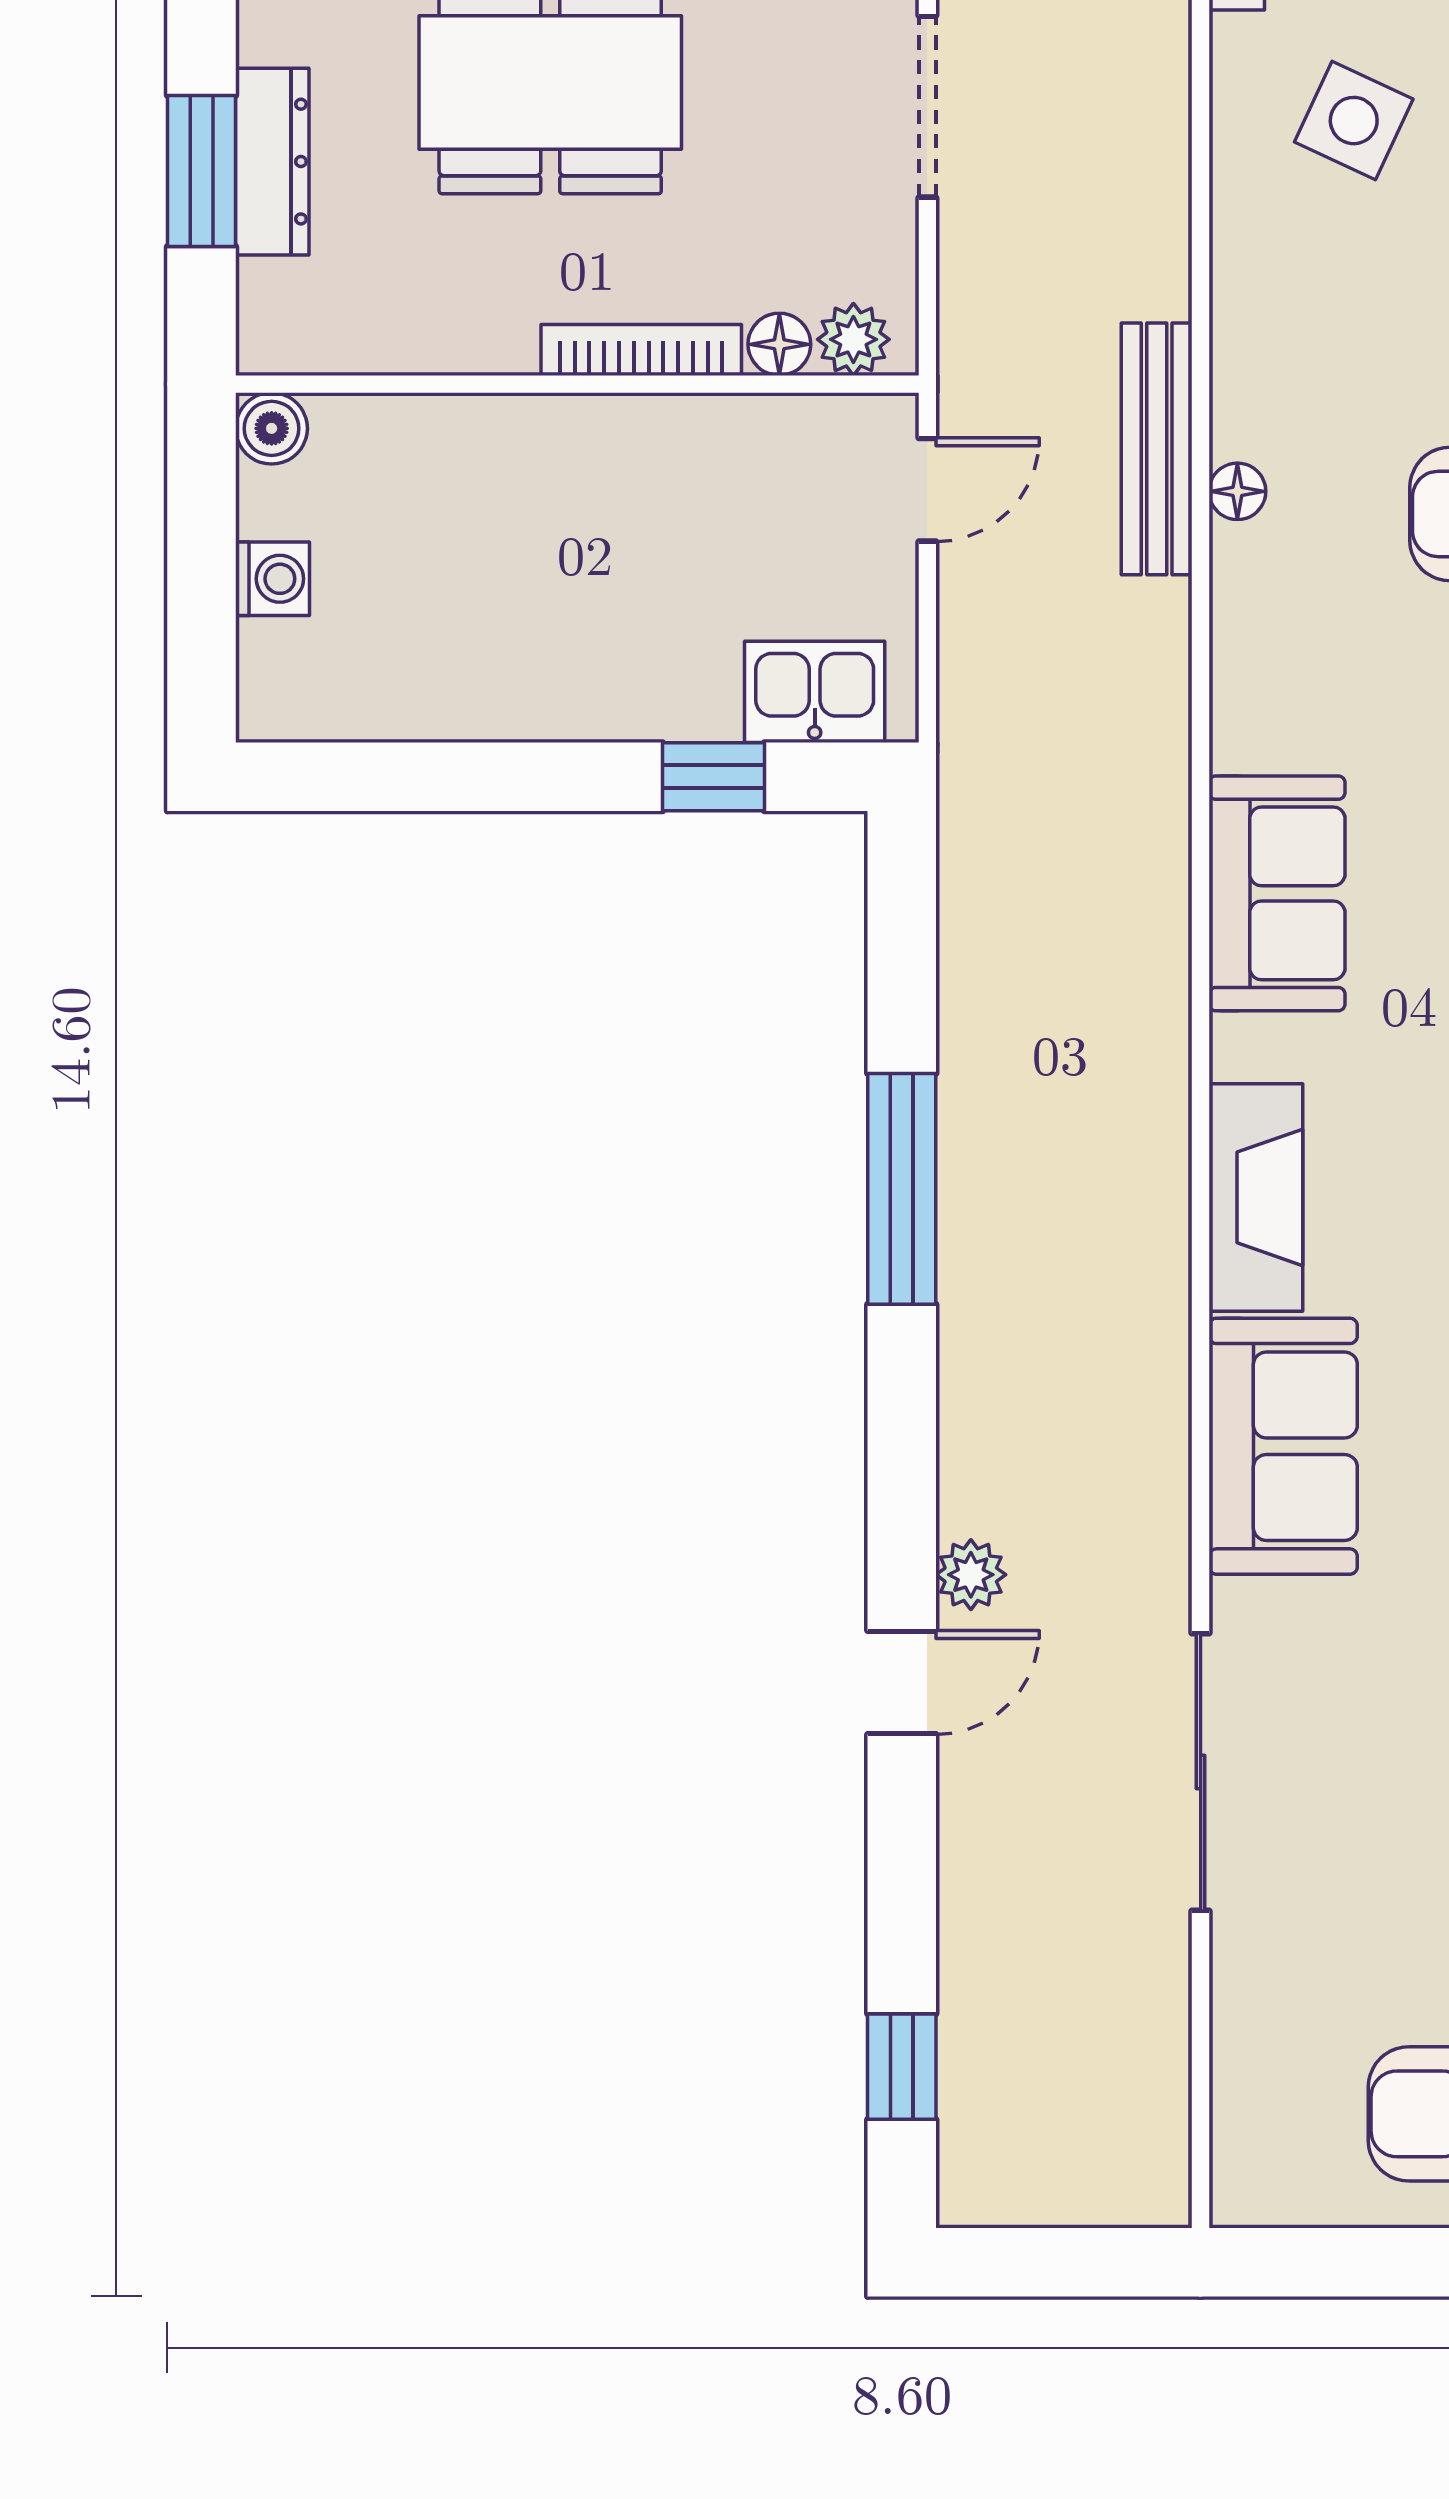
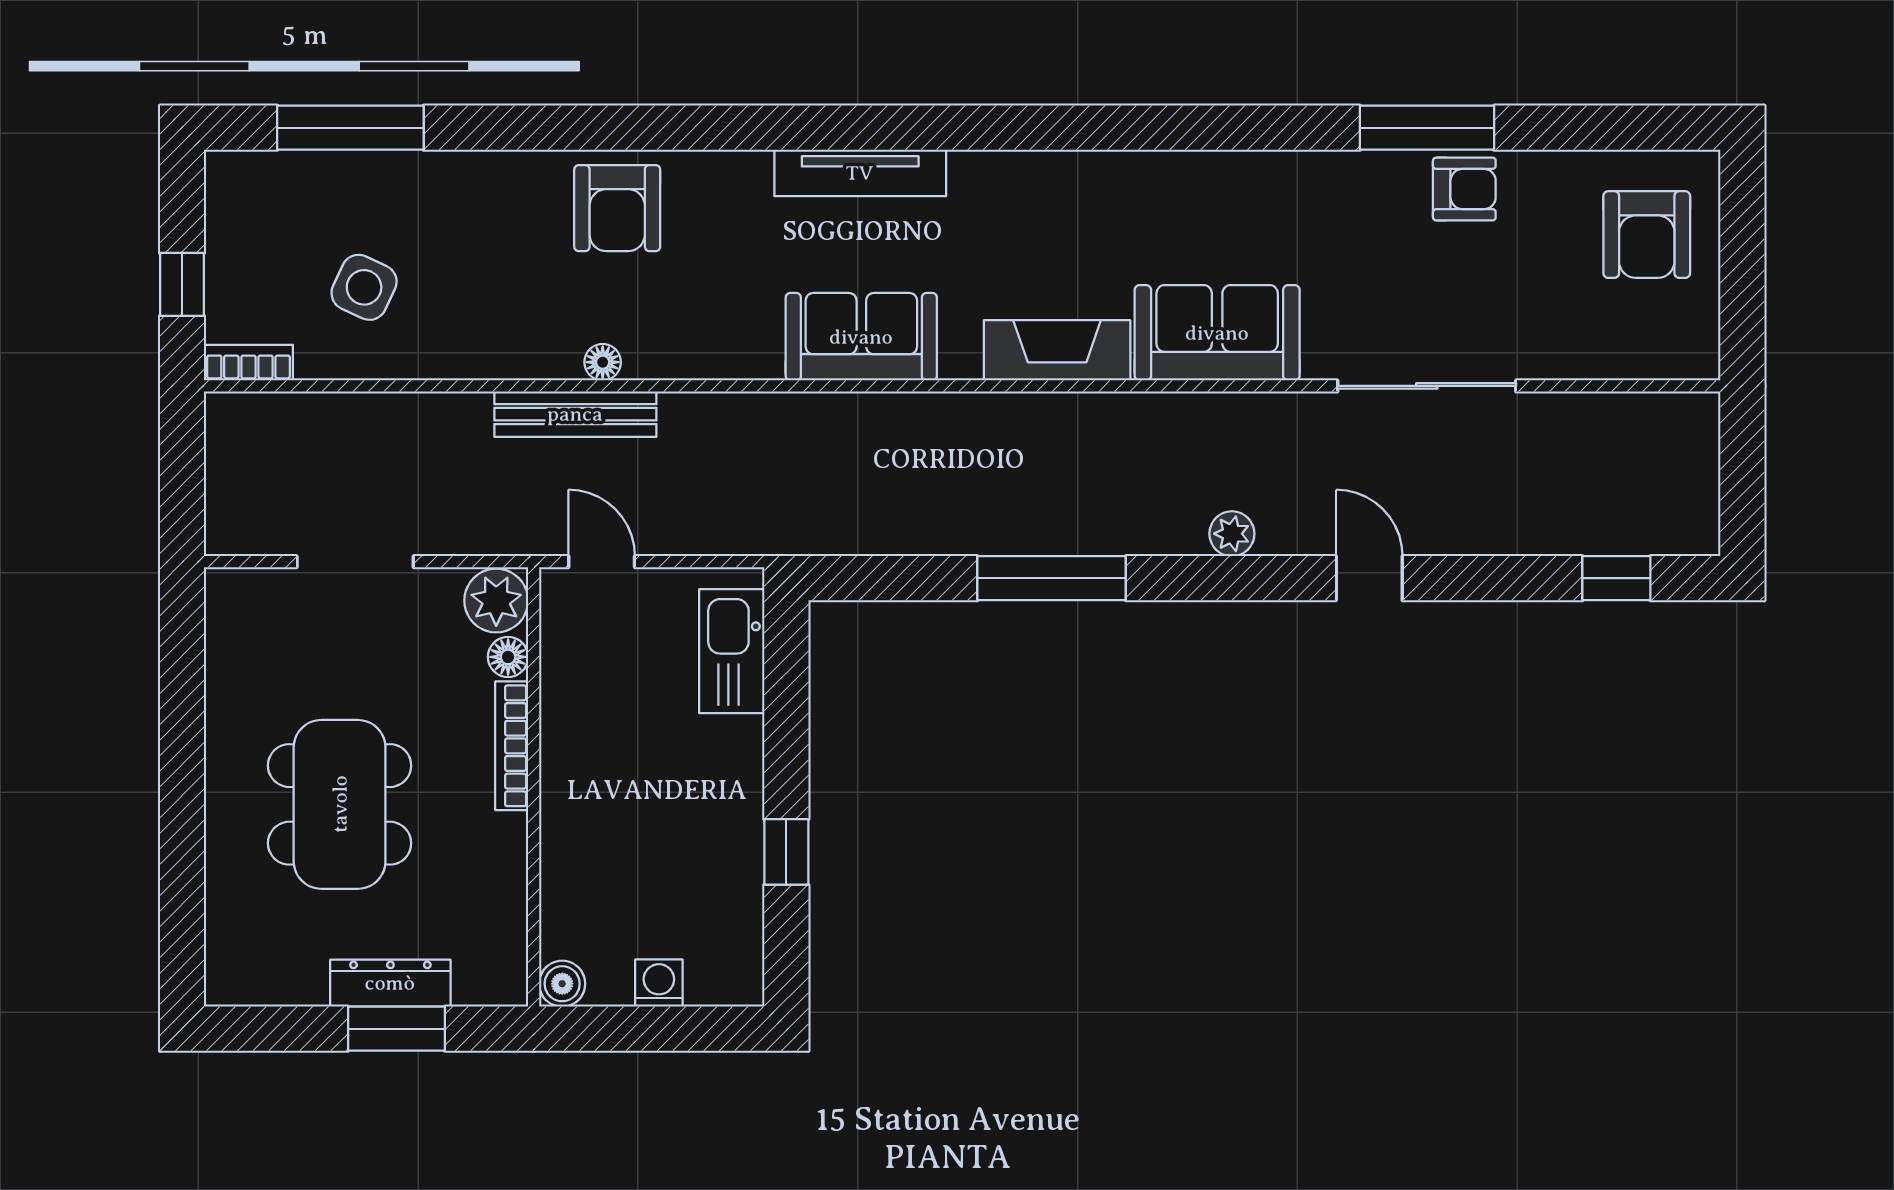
plant: (853, 339) -> (496, 601), width x1.38, depth x1.38
kitchen sink: (815, 692) -> (732, 651), width x1.38
window: (714, 777) -> (786, 852), moved
plant: (971, 1575) -> (1232, 534), moved

